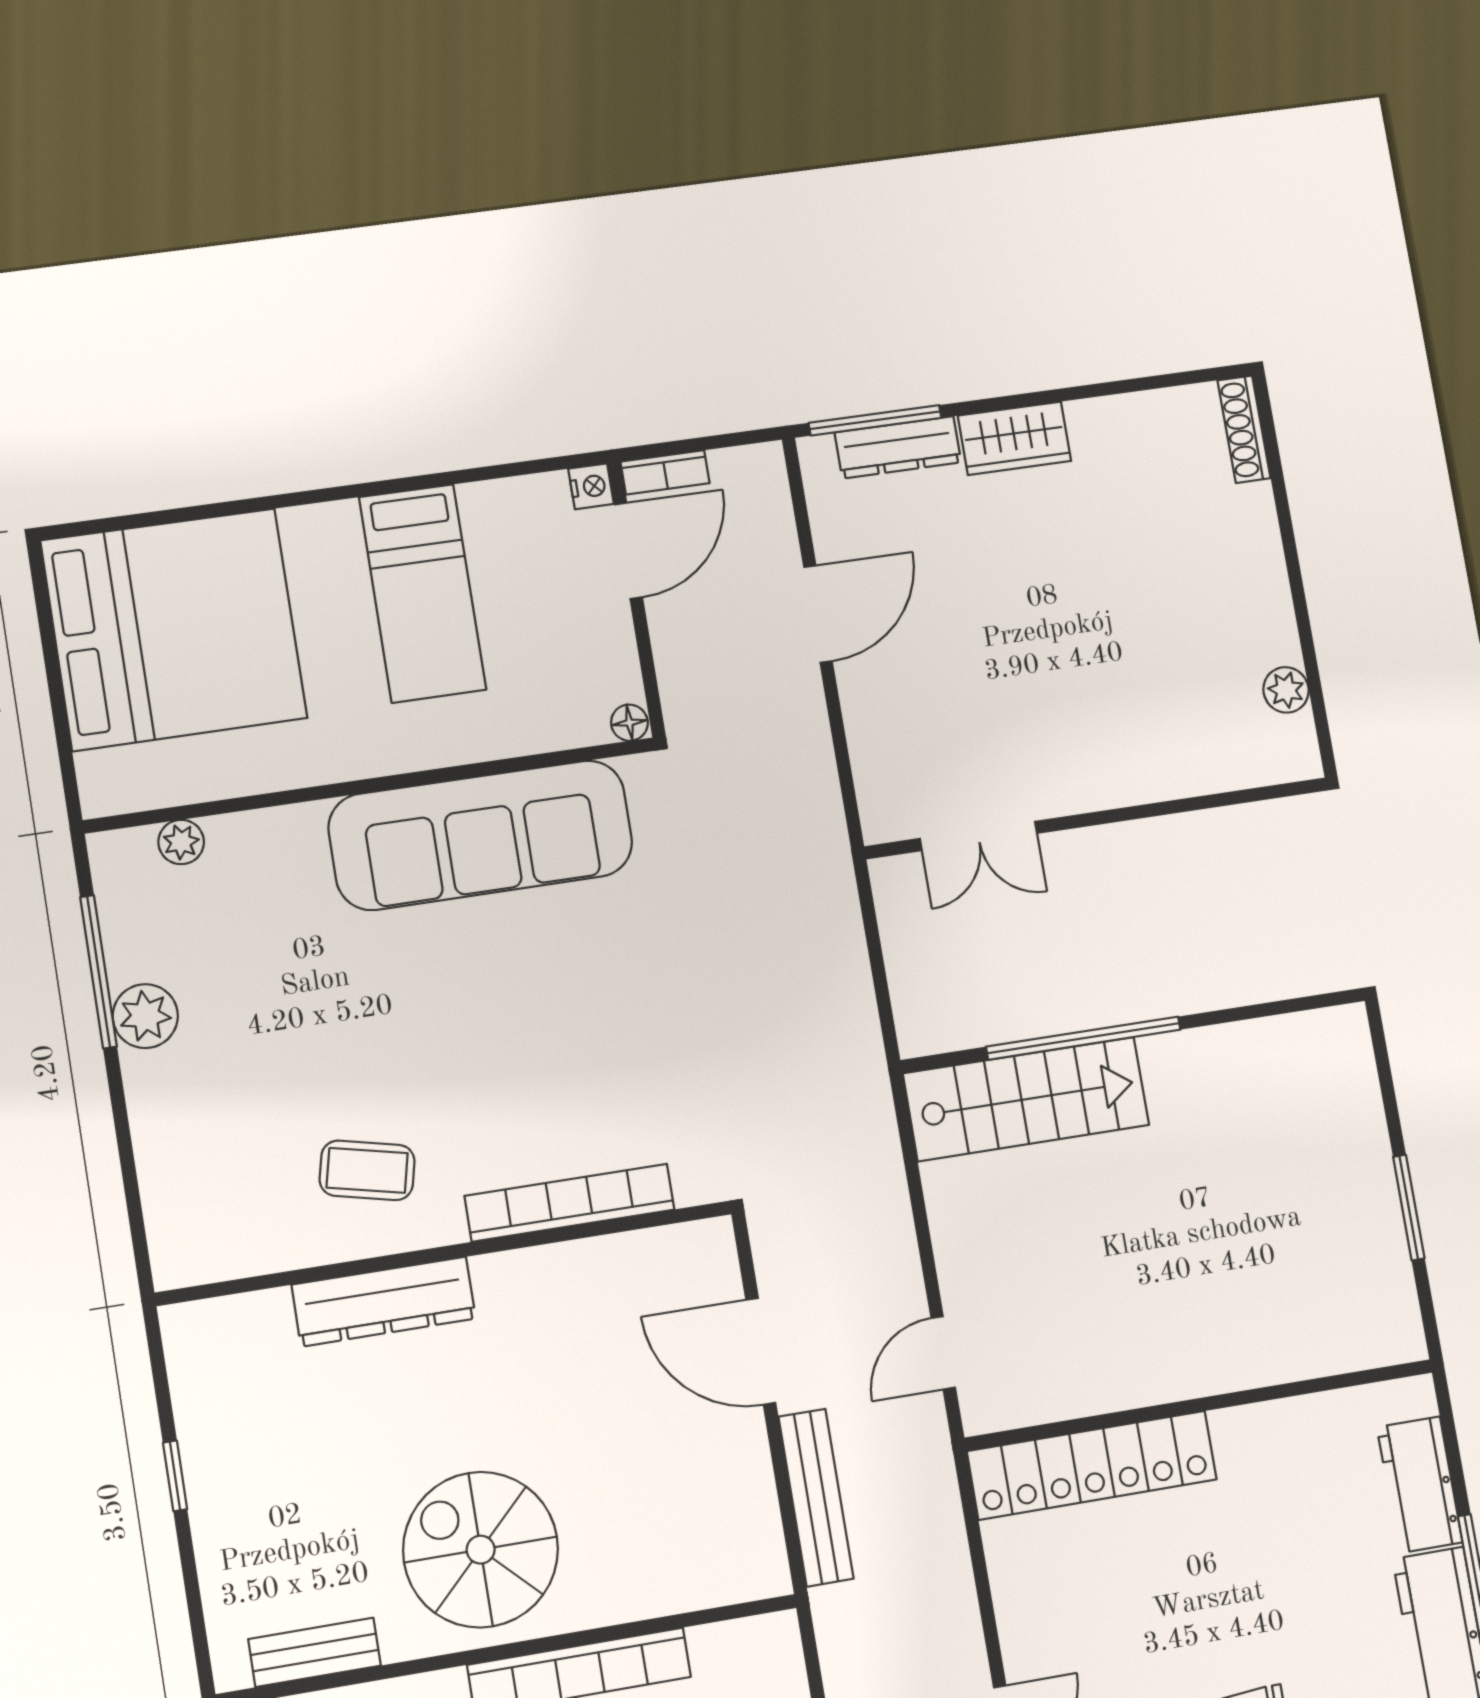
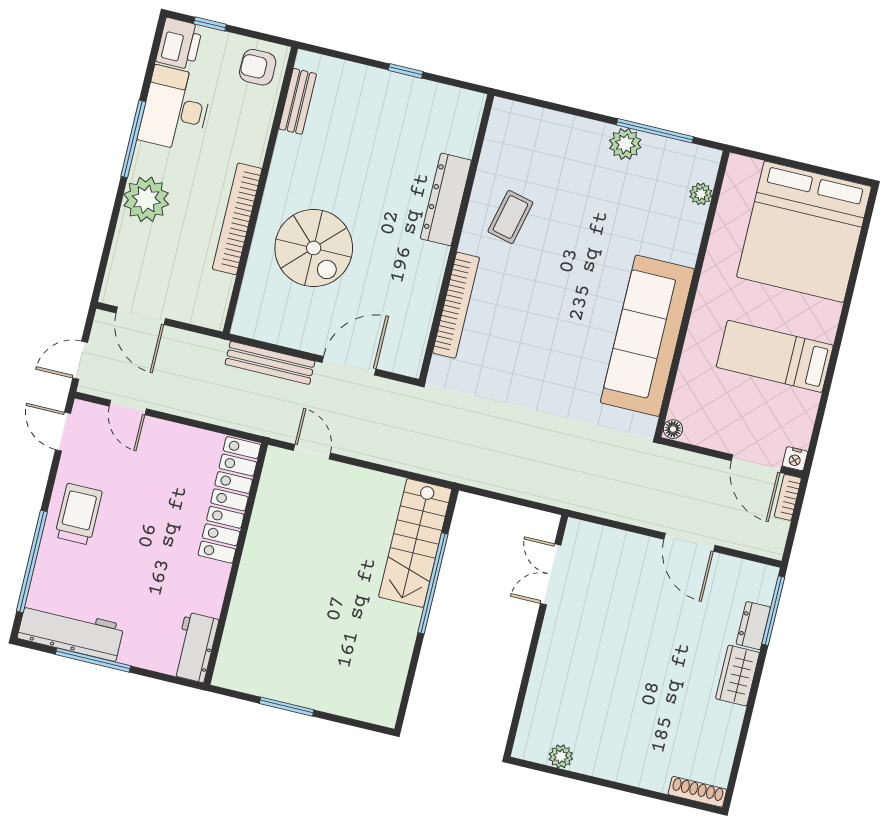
dresser: (898, 447) -> (753, 626), width x0.70
workbench: (1420, 1485) -> (195, 647), moved, turned -90
spiral stairs: (481, 1550) -> (314, 248), moved, turned 90

